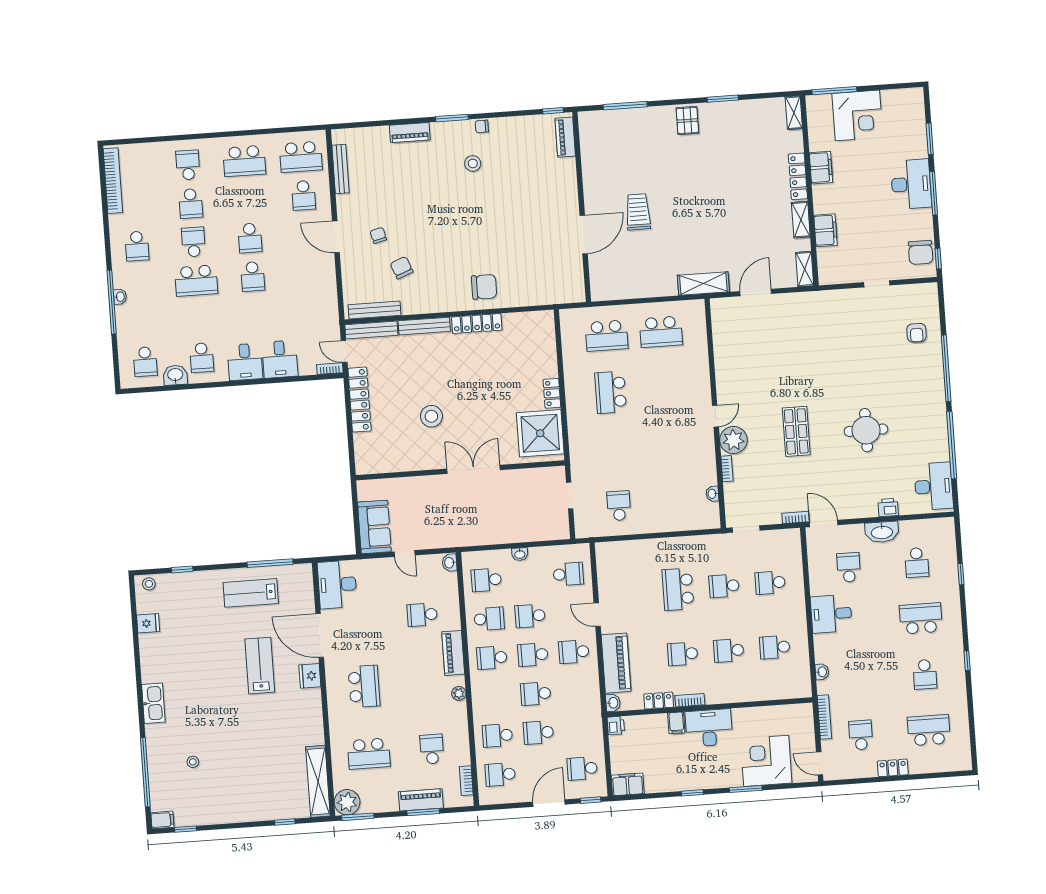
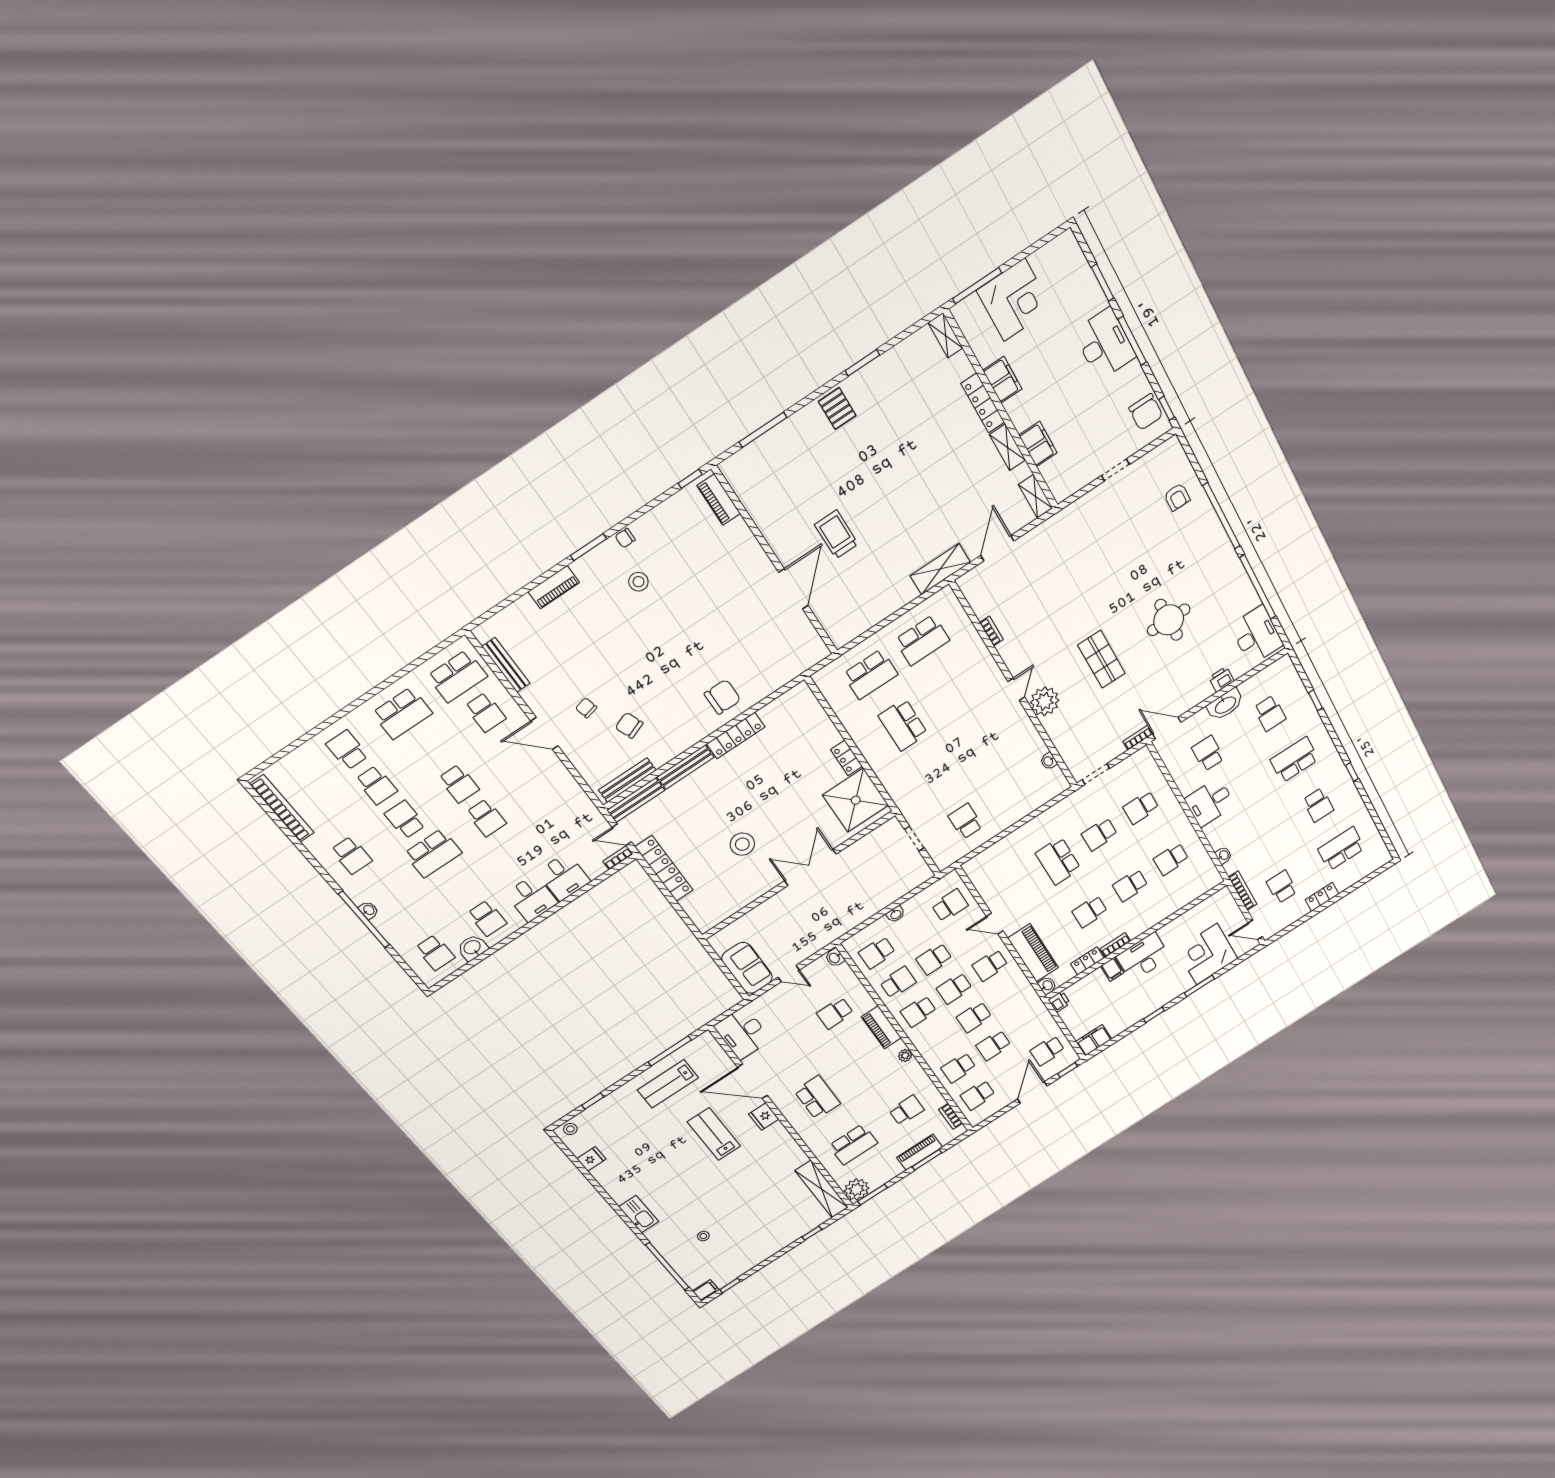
bookcase: (727, 469) -> (991, 631), moved
school desk: (432, 749) -> (906, 1110), turned 90

